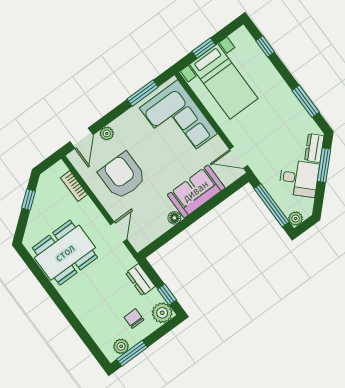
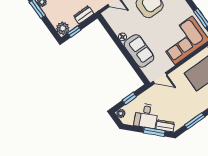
door: (239, 158) -> (160, 78), swing flipped
window: (272, 205) -> (129, 98), width x0.46
chair: (134, 319) -> (59, 10), removed

